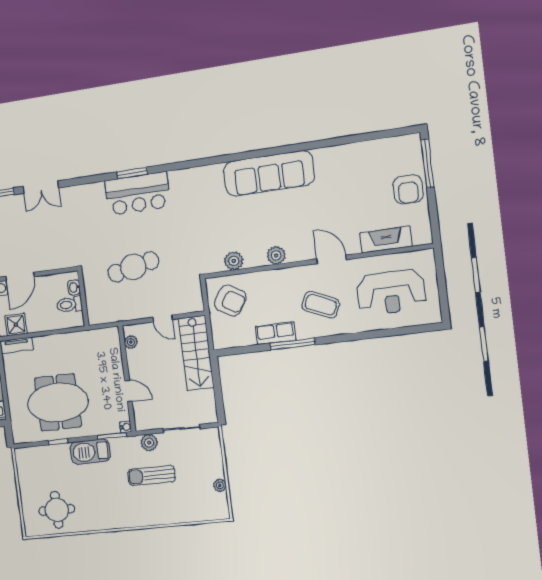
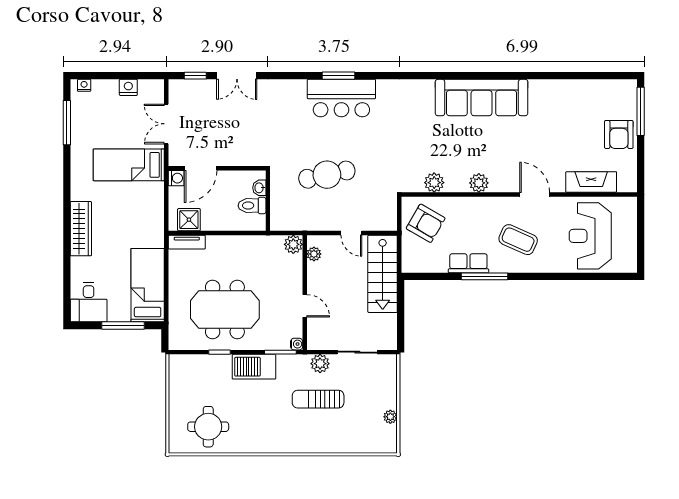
reception desk: (391, 292) -> (590, 236), turned 90
plant: (111, 336) -> (293, 244), added

